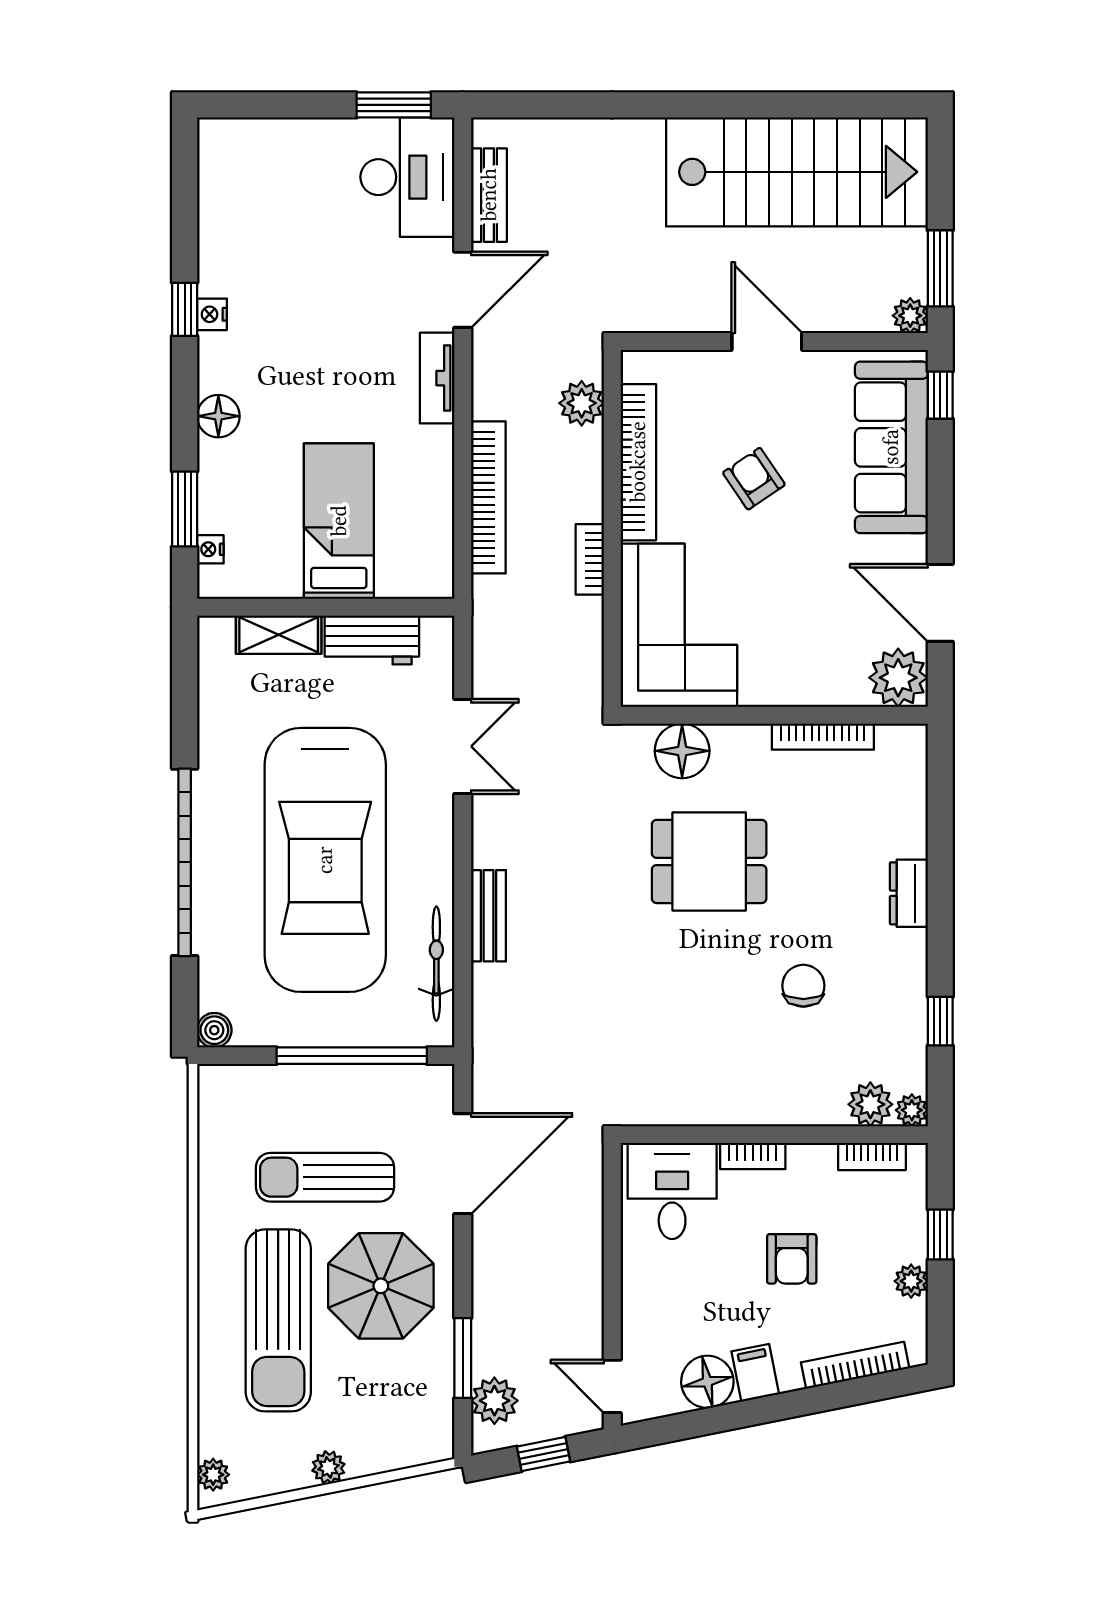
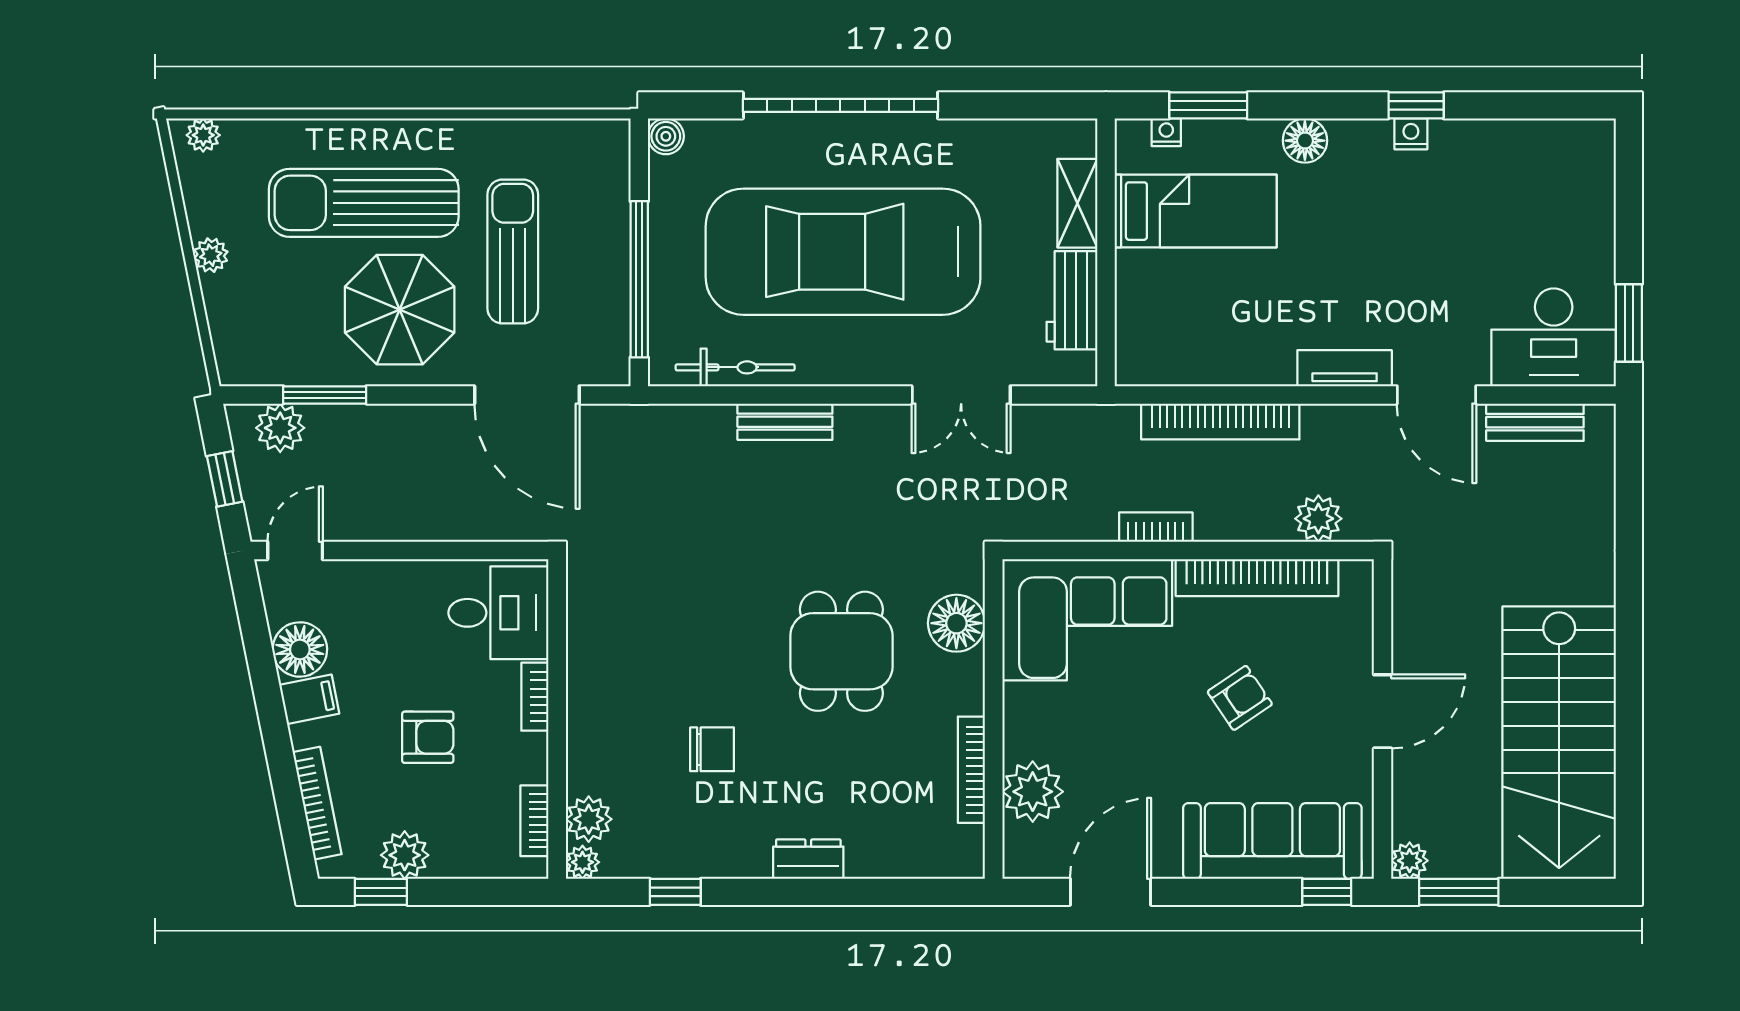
bed: (339, 521) -> (1196, 211), moved
plant: (898, 678) -> (1033, 792), moved
window: (940, 1235) -> (381, 892), moved
armchair: (792, 1259) -> (428, 737), turned 180
plant: (911, 1281) -> (405, 855), width x1.38, depth x1.38

